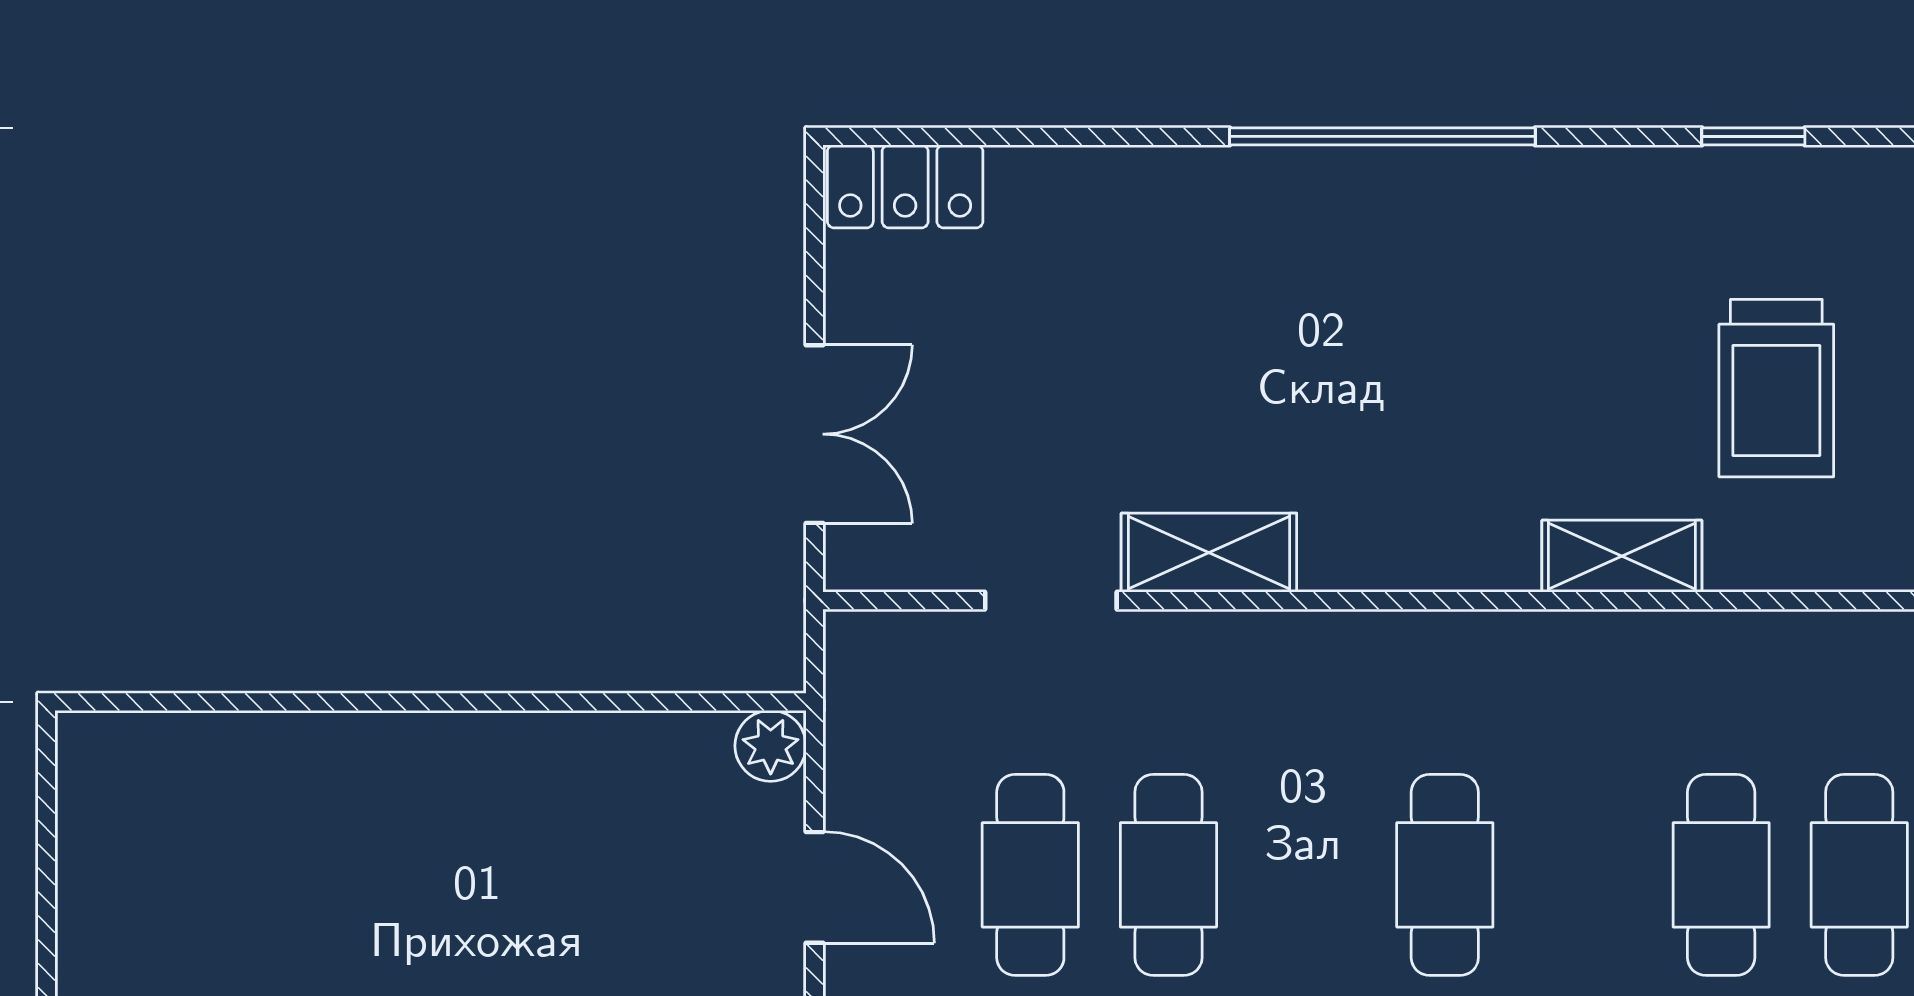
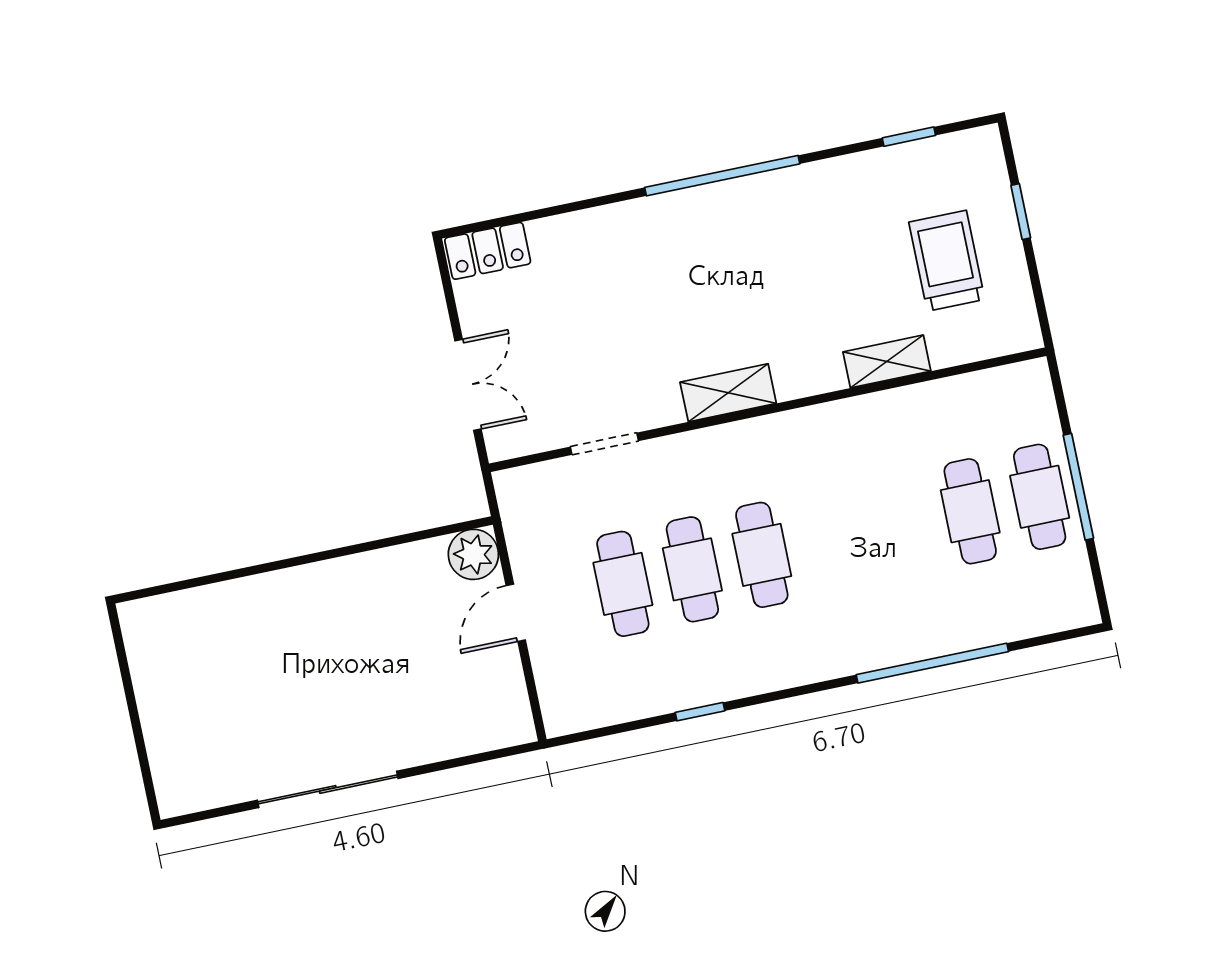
trolley: (1776, 388) -> (947, 261), turned 180
shelving: (1209, 553) -> (728, 393), moved
plant: (771, 746) -> (473, 554), width x1.38, depth x1.38
cafe table: (1445, 875) -> (762, 555), moved
door: (814, 887) -> (516, 613), swing flipped

